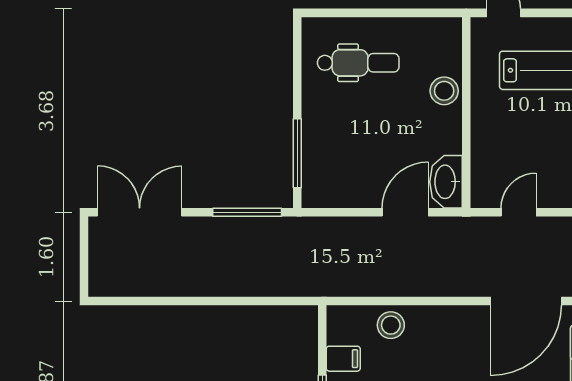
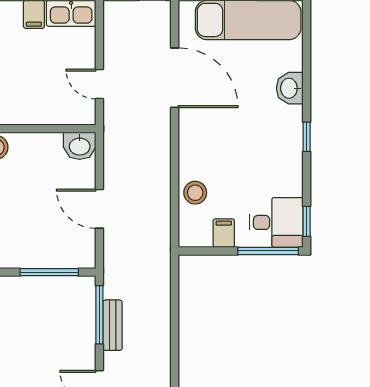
washbasin: (446, 182) -> (80, 146), width x0.72
door: (405, 212) -> (99, 209), moved
bench: (235, 228) -> (113, 325), added

